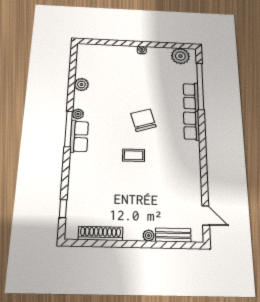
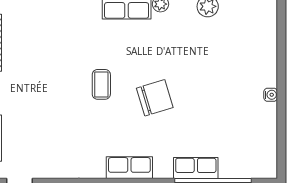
plant: (180, 56) -> (263, 154), removed
row of seats: (192, 126) -> (129, 168), moved

